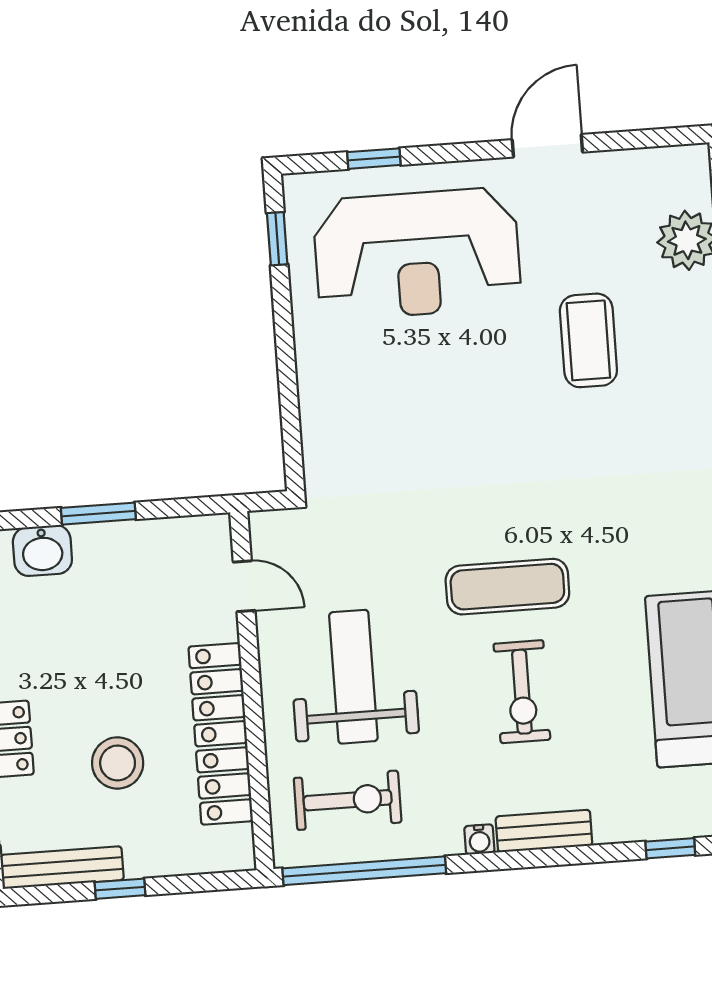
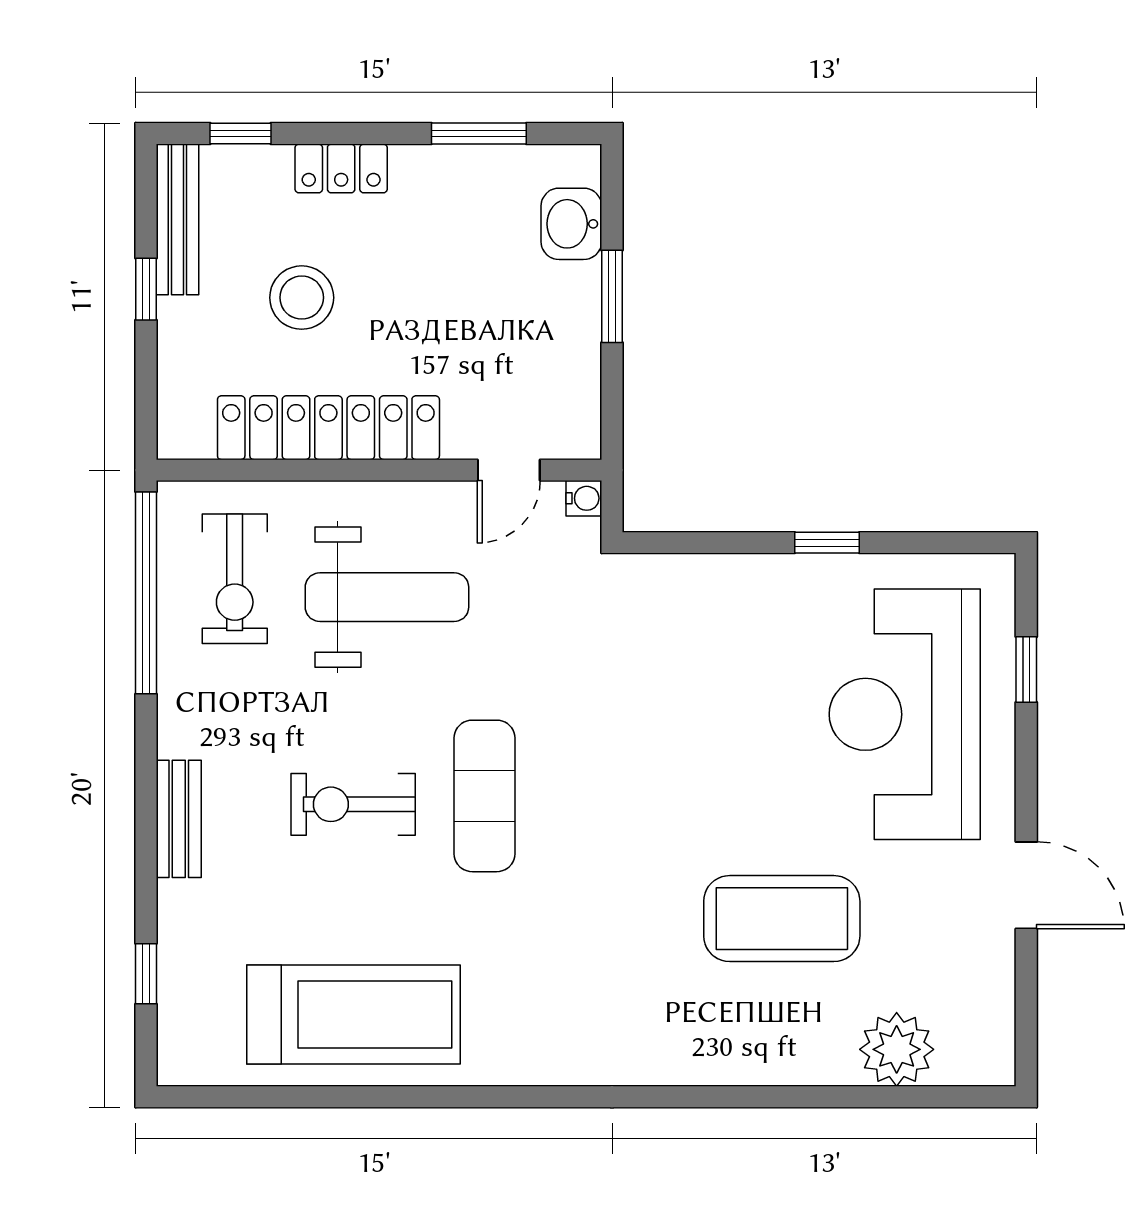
window: (277, 239) -> (827, 543), moved
coffee table: (588, 340) -> (782, 919), width x1.36, depth x1.32
water cooler: (479, 840) -> (584, 498), moved, turned 180

